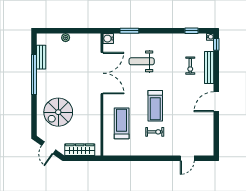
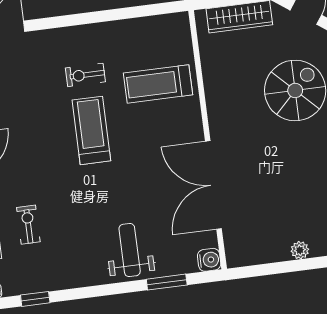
weight bench: (142, 61) -> (130, 250), moved, turned -90
treadmill: (122, 123) -> (158, 84), turned 90

